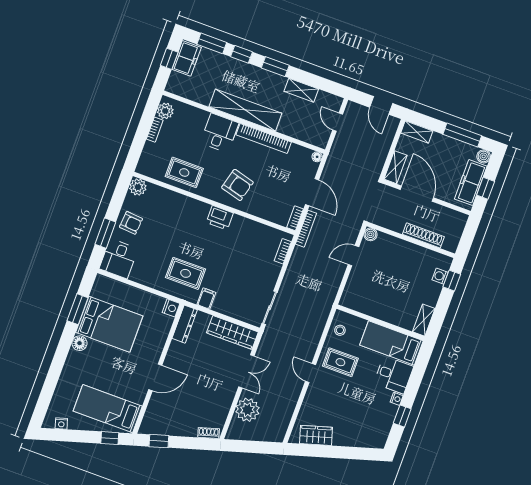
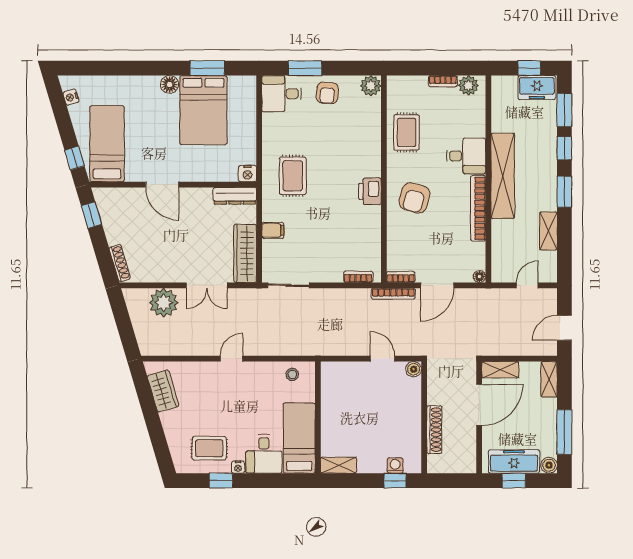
filing cabinet: (206, 298) -> (273, 230), moved
rug: (340, 362) -> (209, 448), moved, turned 90
shoe rack: (209, 433) -> (120, 263), width x1.43

